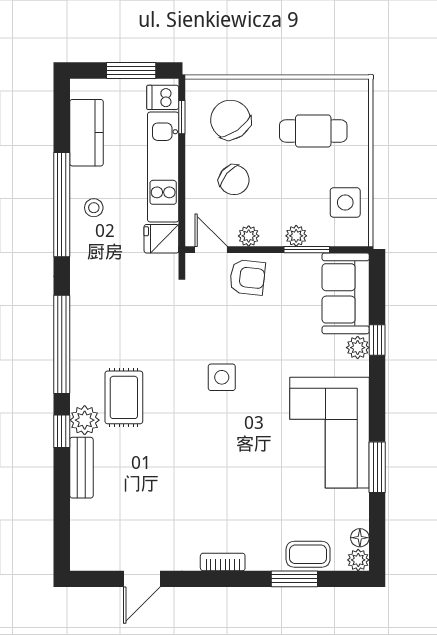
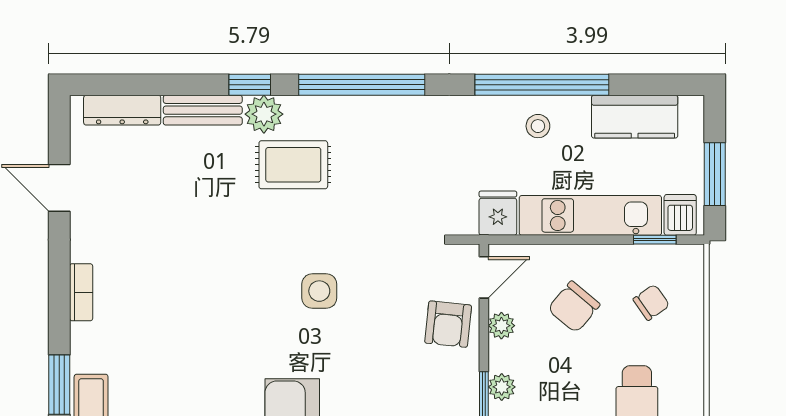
chair: (230, 120) -> (651, 302), width x0.54, depth x0.54
dresser: (81, 530) -> (122, 110), added

